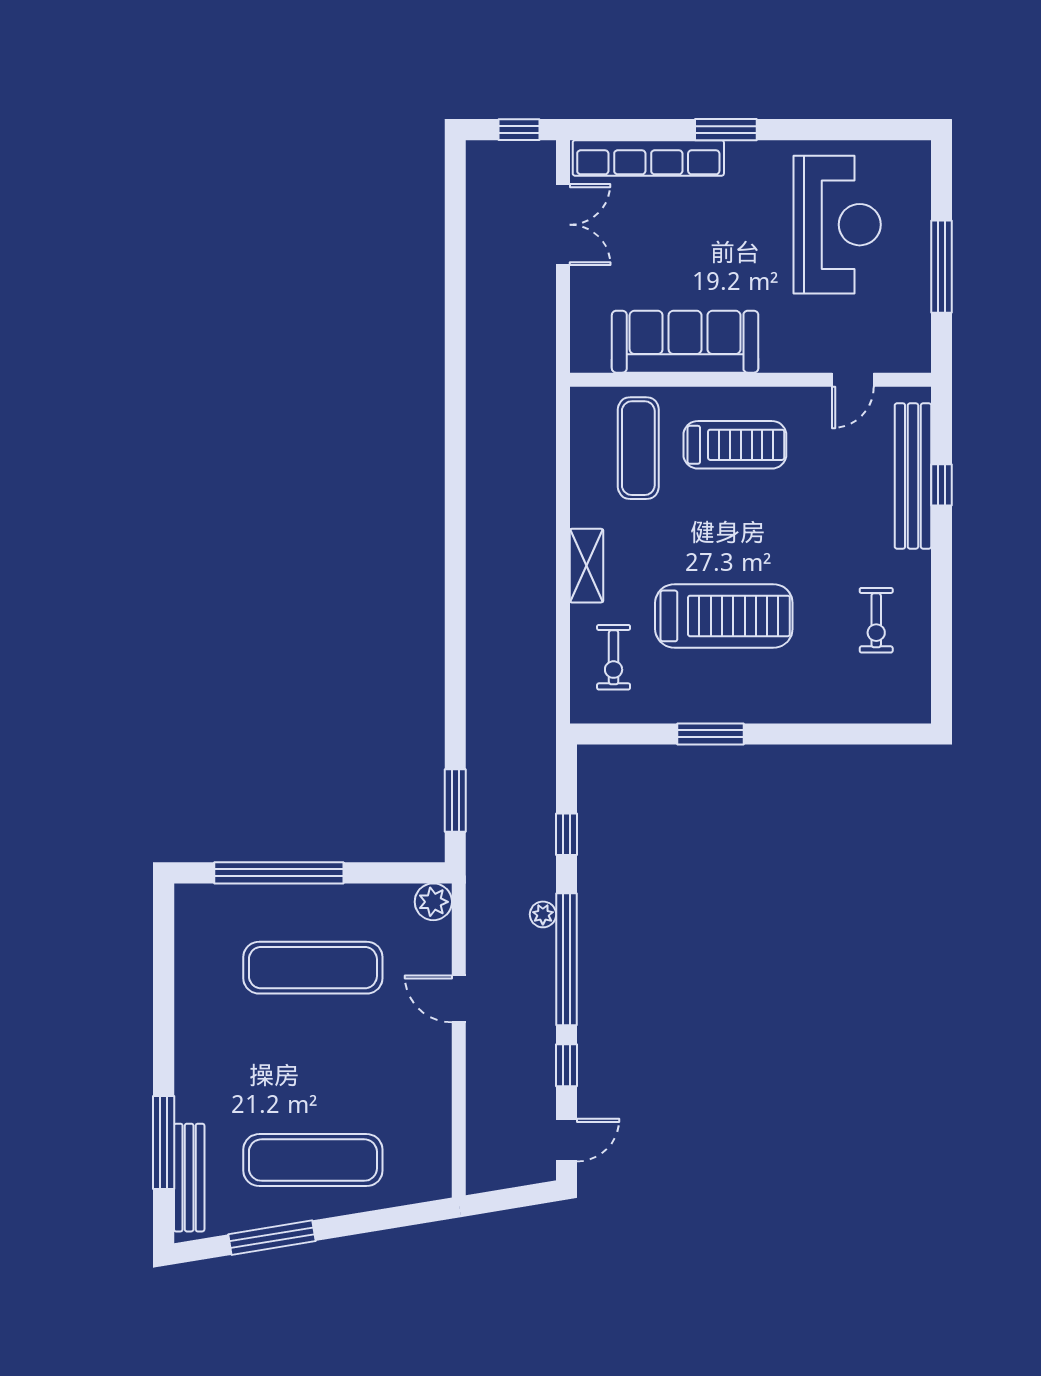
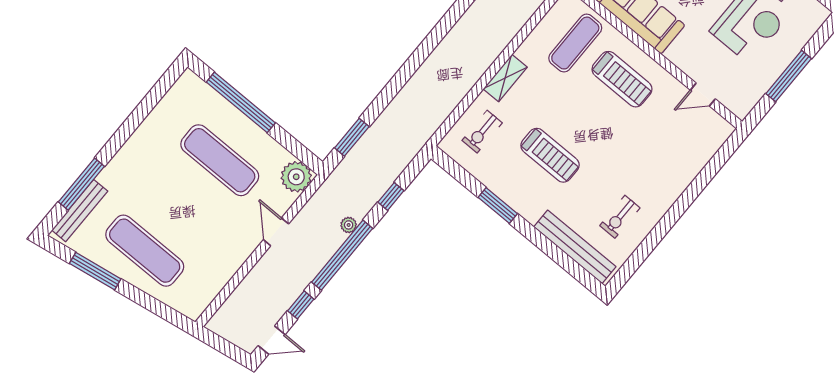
bench: (913, 476) -> (575, 247), moved, turned 90
window: (941, 485) -> (703, 179), removed
treadmill: (724, 616) -> (550, 155), width x0.73, depth x0.73
plant: (433, 902) -> (296, 177), width x1.36, depth x1.36

